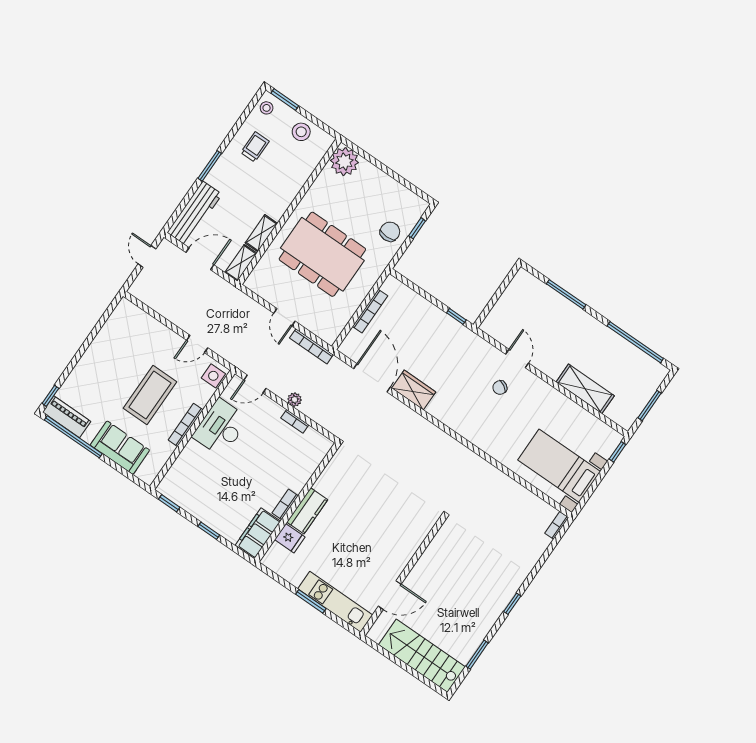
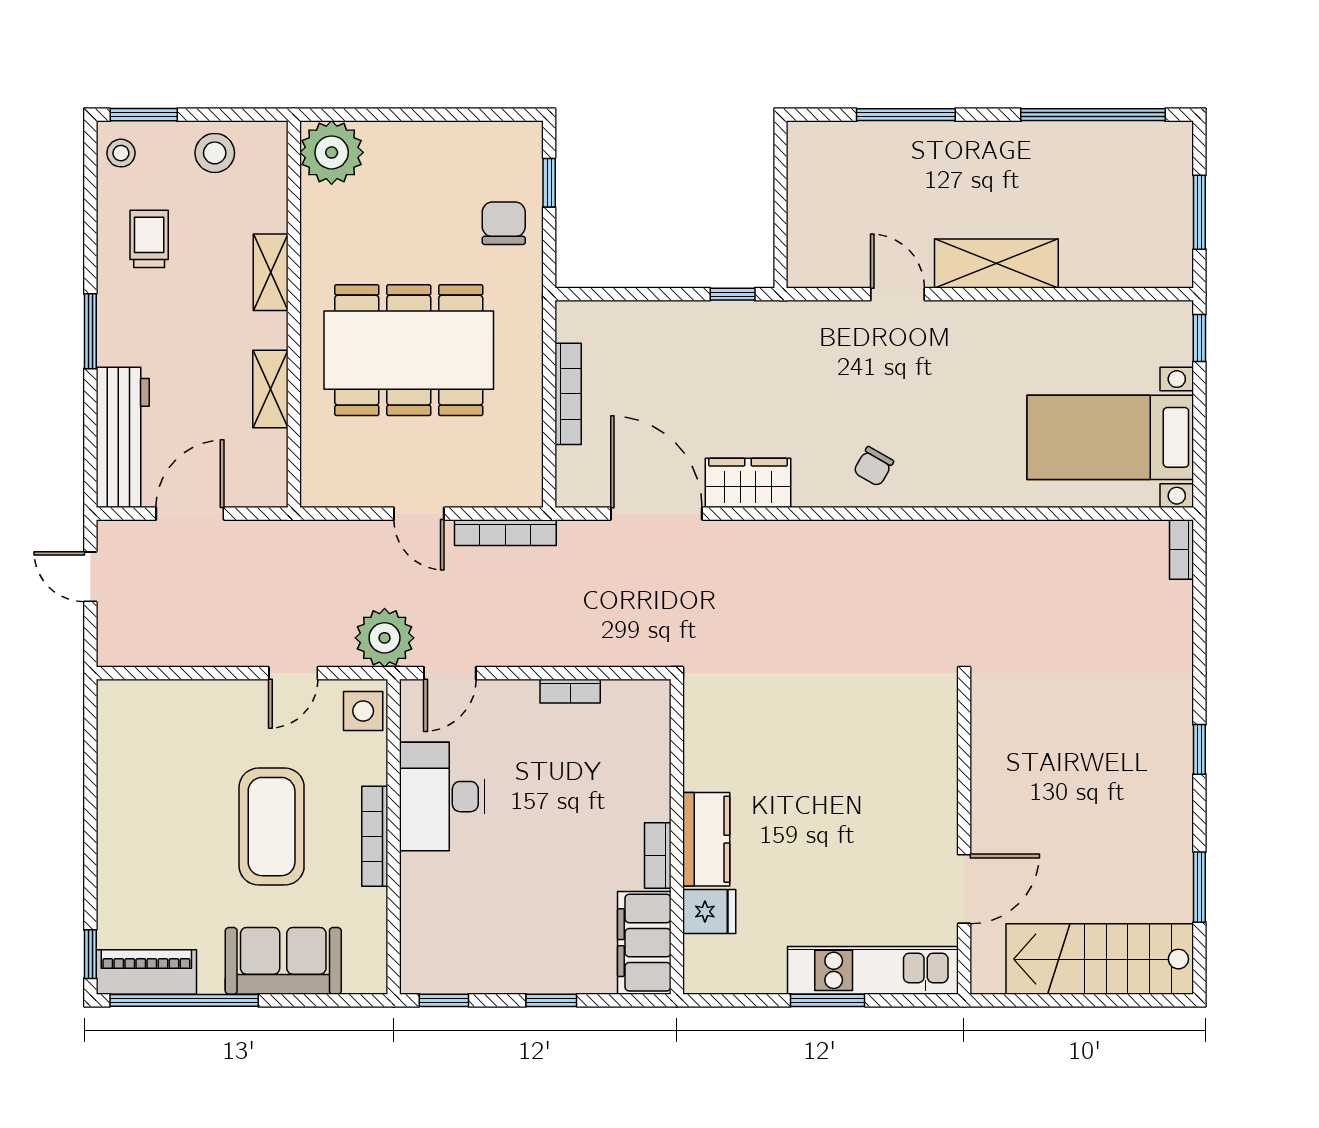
shelving: (241, 263) -> (271, 272), moved
chair: (500, 388) -> (873, 466), moved
shelving: (585, 389) -> (996, 263), moved
plant: (295, 400) -> (385, 638), moved, width x1.88, depth x1.88

